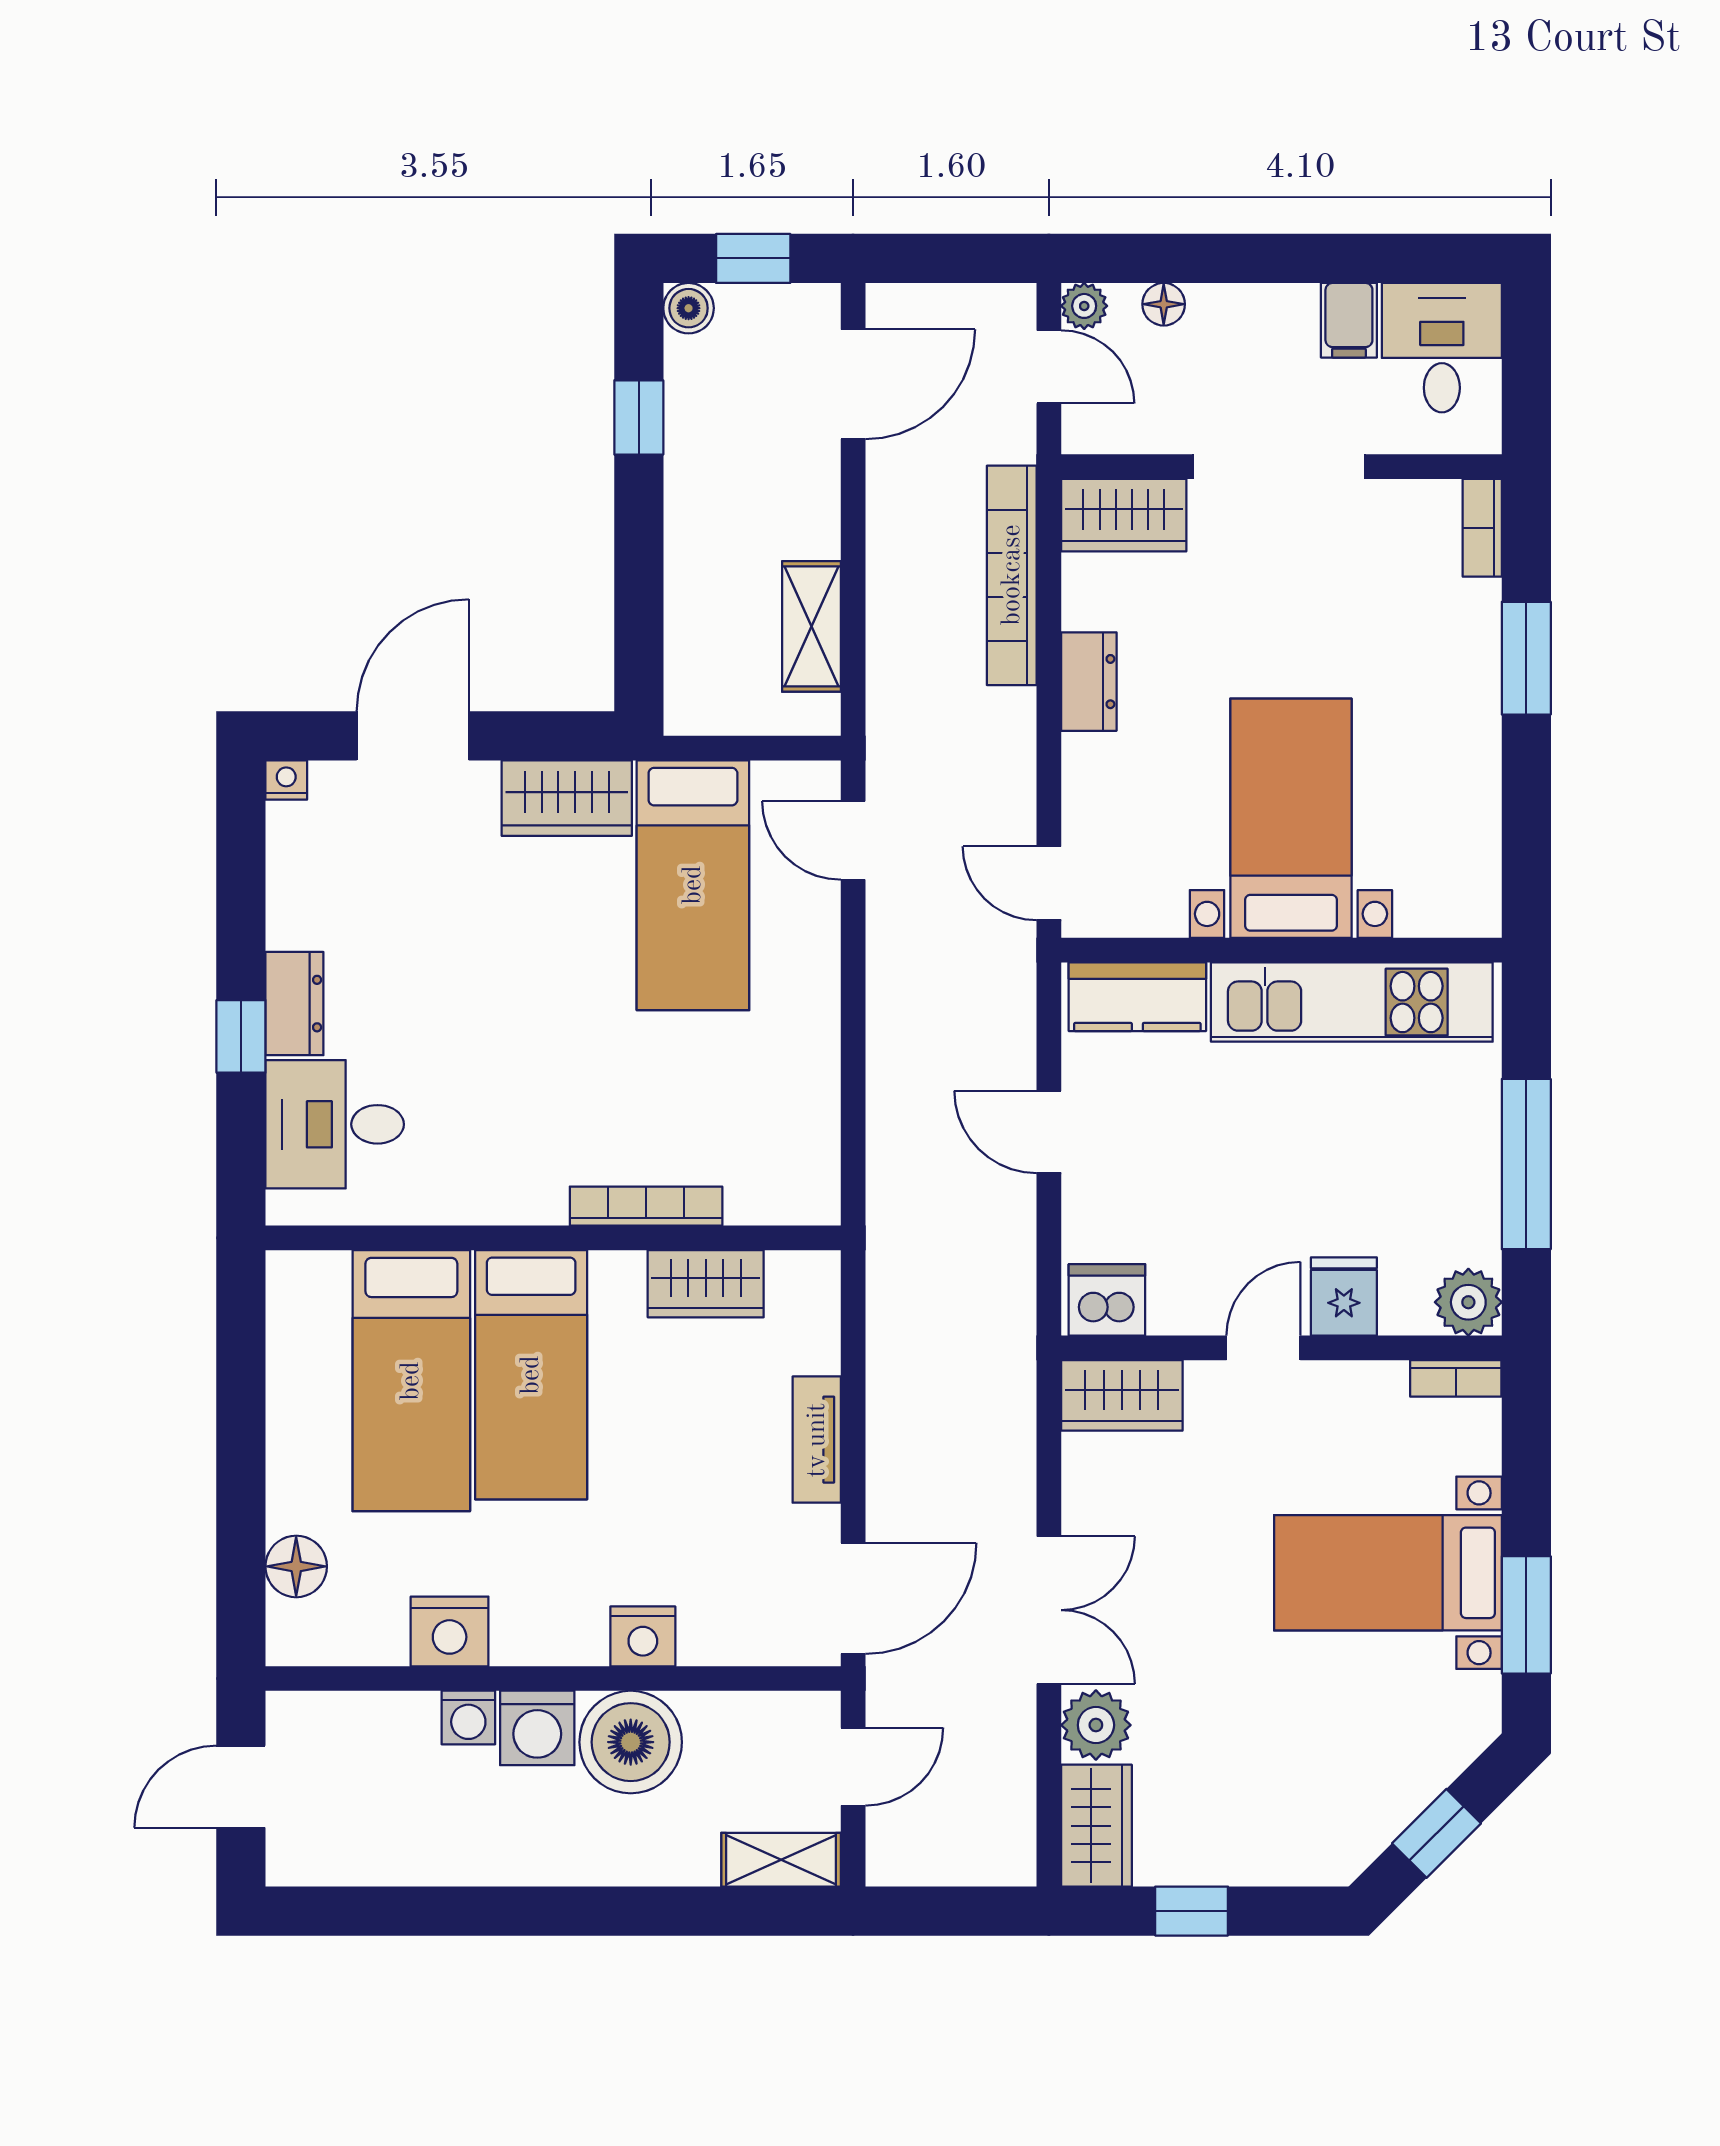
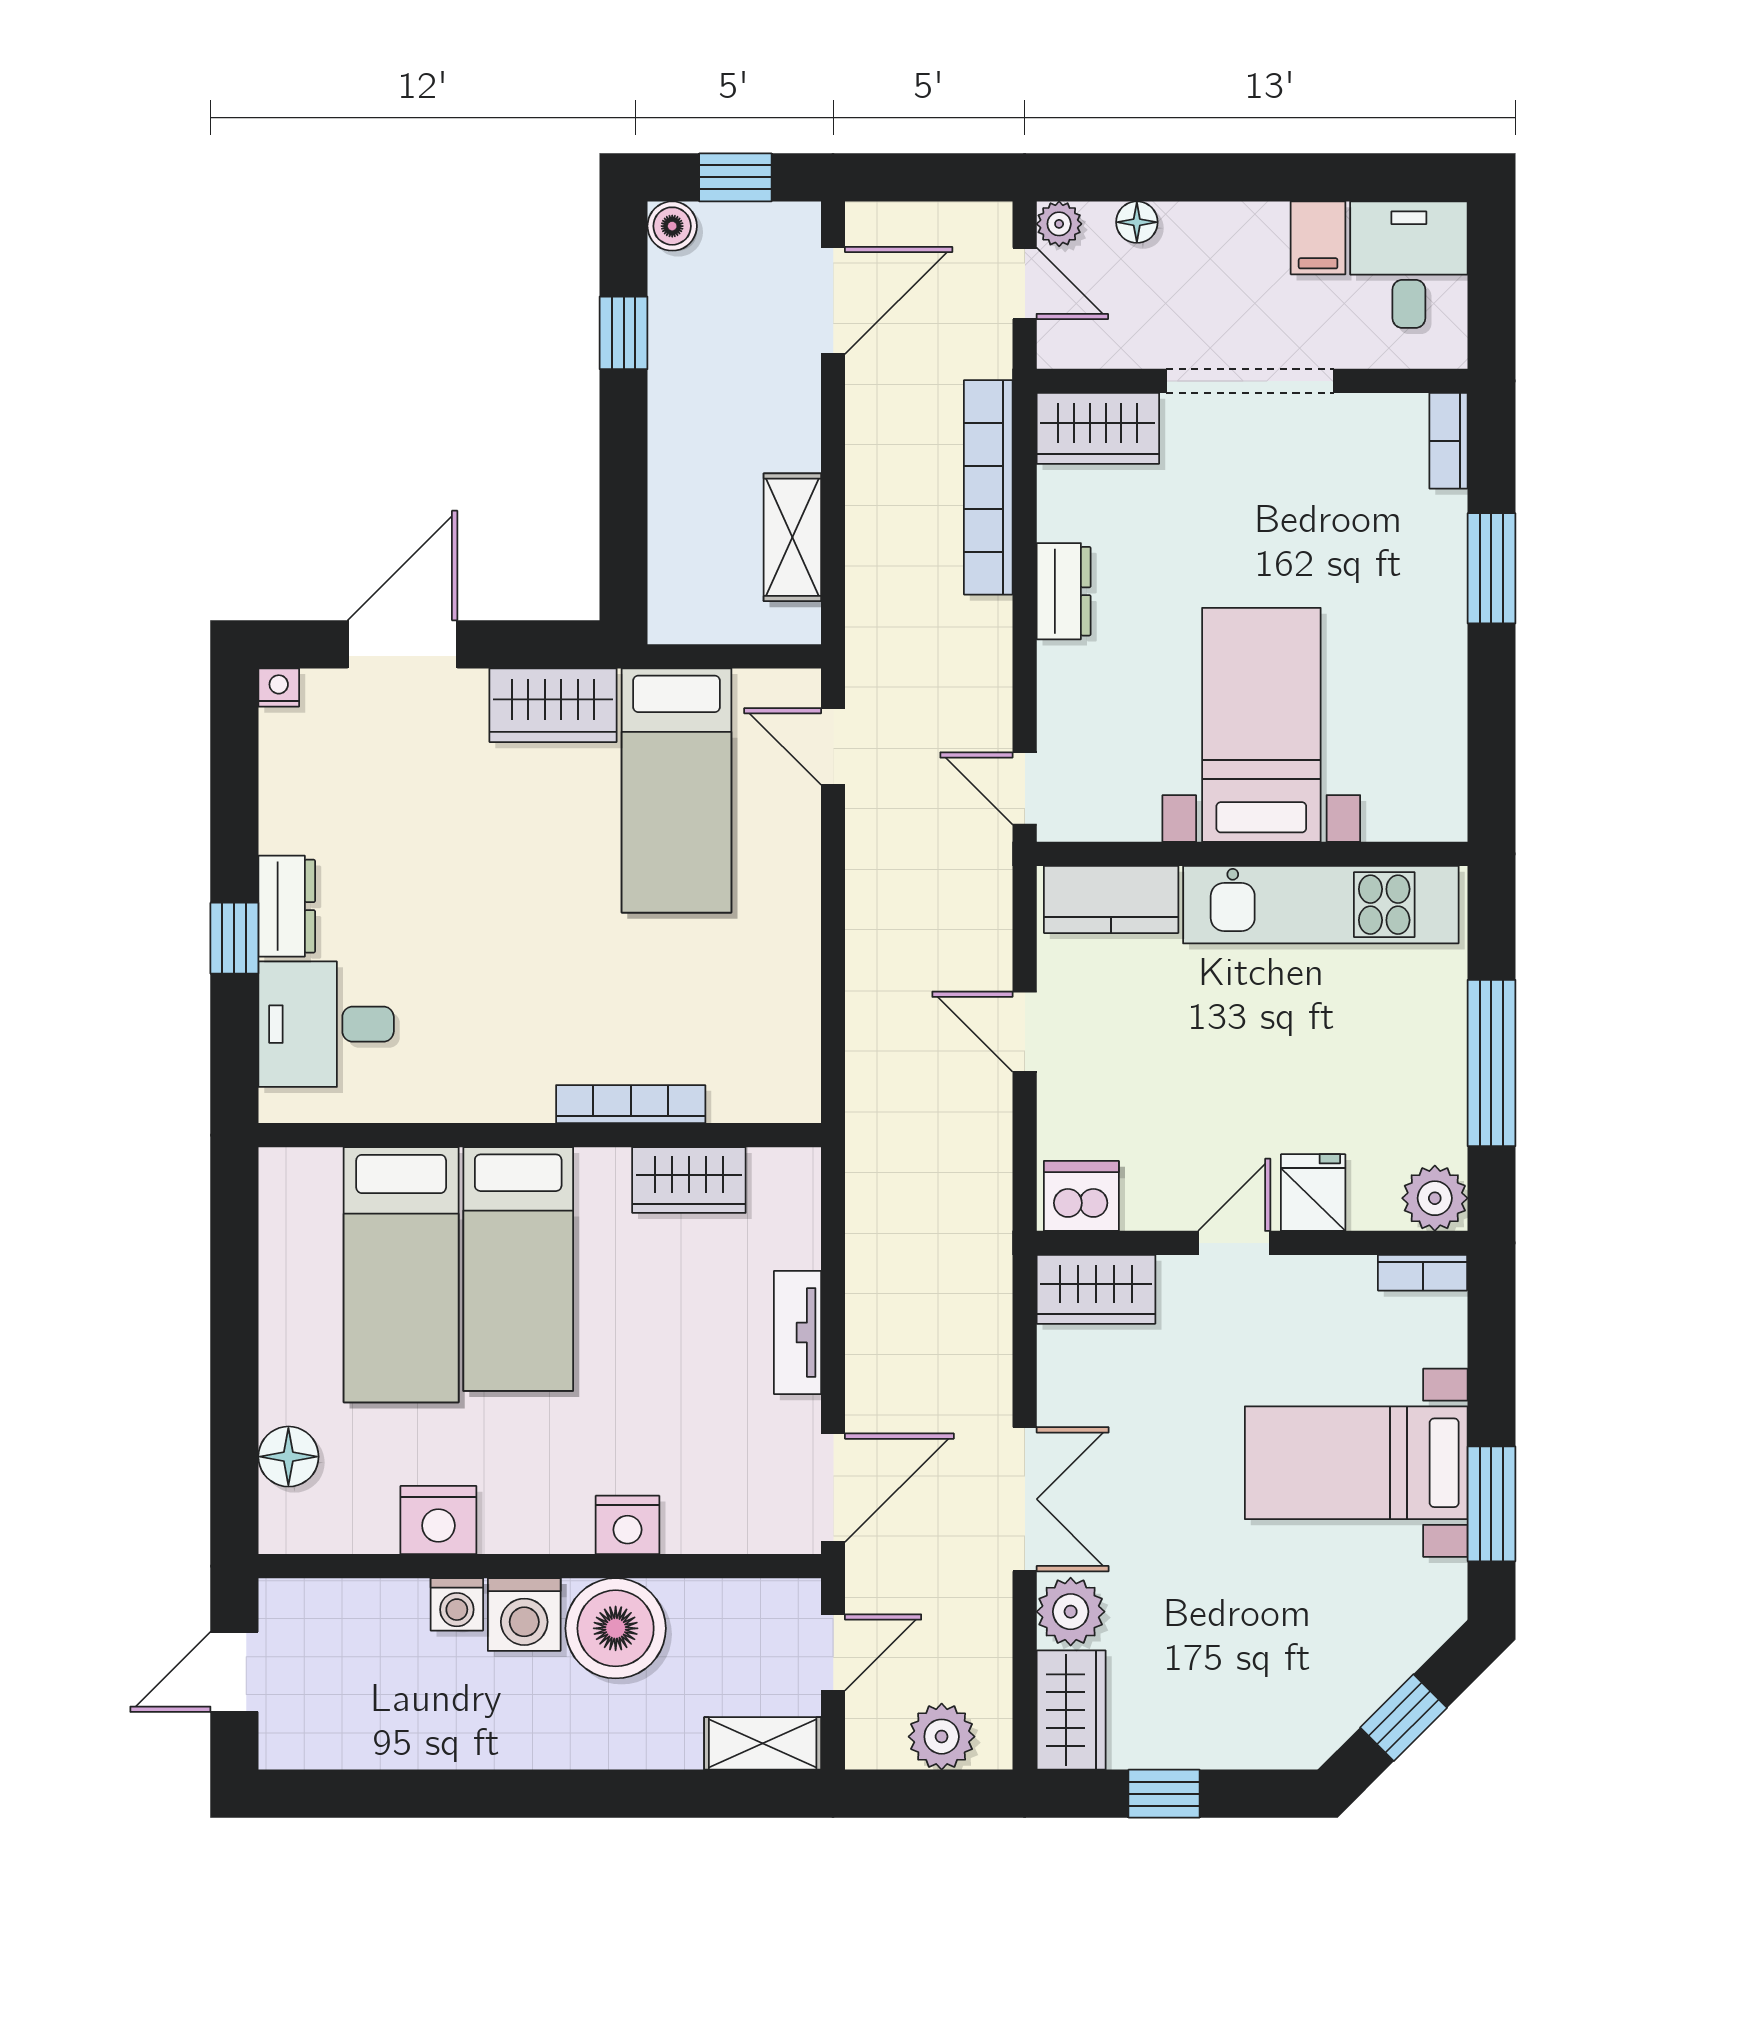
plant: (964, 1853) -> (942, 1737), added

